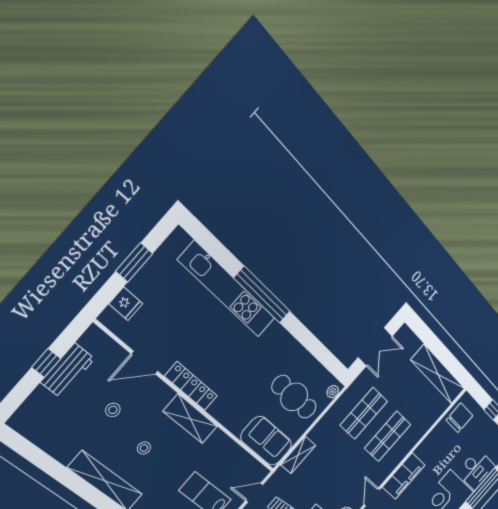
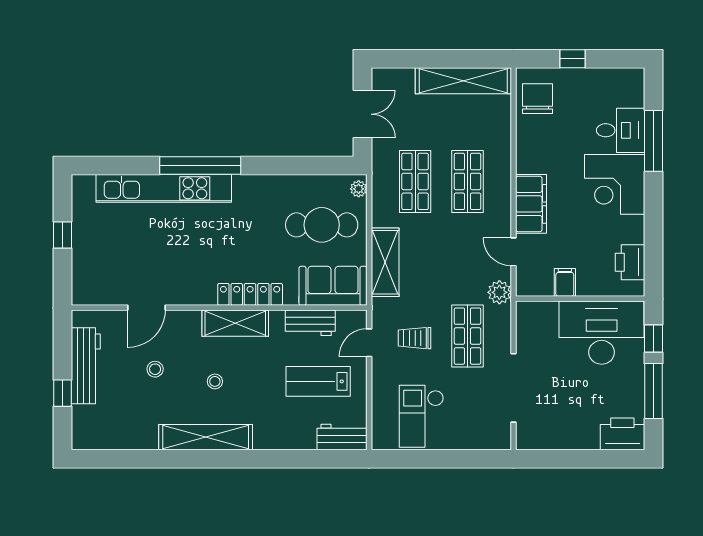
window: (134, 262) -> (62, 235), width x0.67
fridge: (126, 304) -> (86, 273), removed
window: (46, 363) -> (62, 393), moved
workbench: (68, 370) -> (86, 366), width x1.38
locker: (191, 386) -> (250, 294), moved
workbench: (233, 454) -> (310, 323), added
shelving: (298, 455) -> (385, 262), width x1.50, depth x1.33

